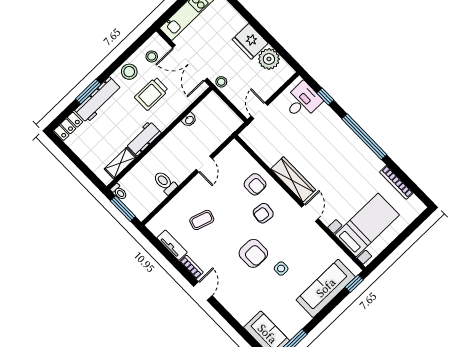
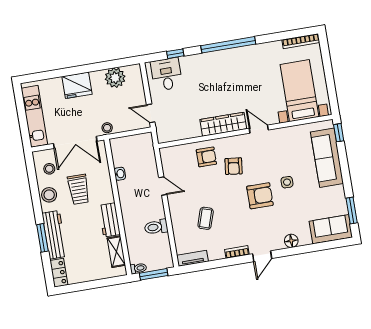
fridge: (250, 41) -> (77, 85), moved
bookcase: (396, 182) -> (301, 41), moved
tv unit: (172, 245) -> (192, 258), moved
door: (203, 291) -> (262, 256), swing flipped
floor lamp: (233, 307) -> (291, 241), added

